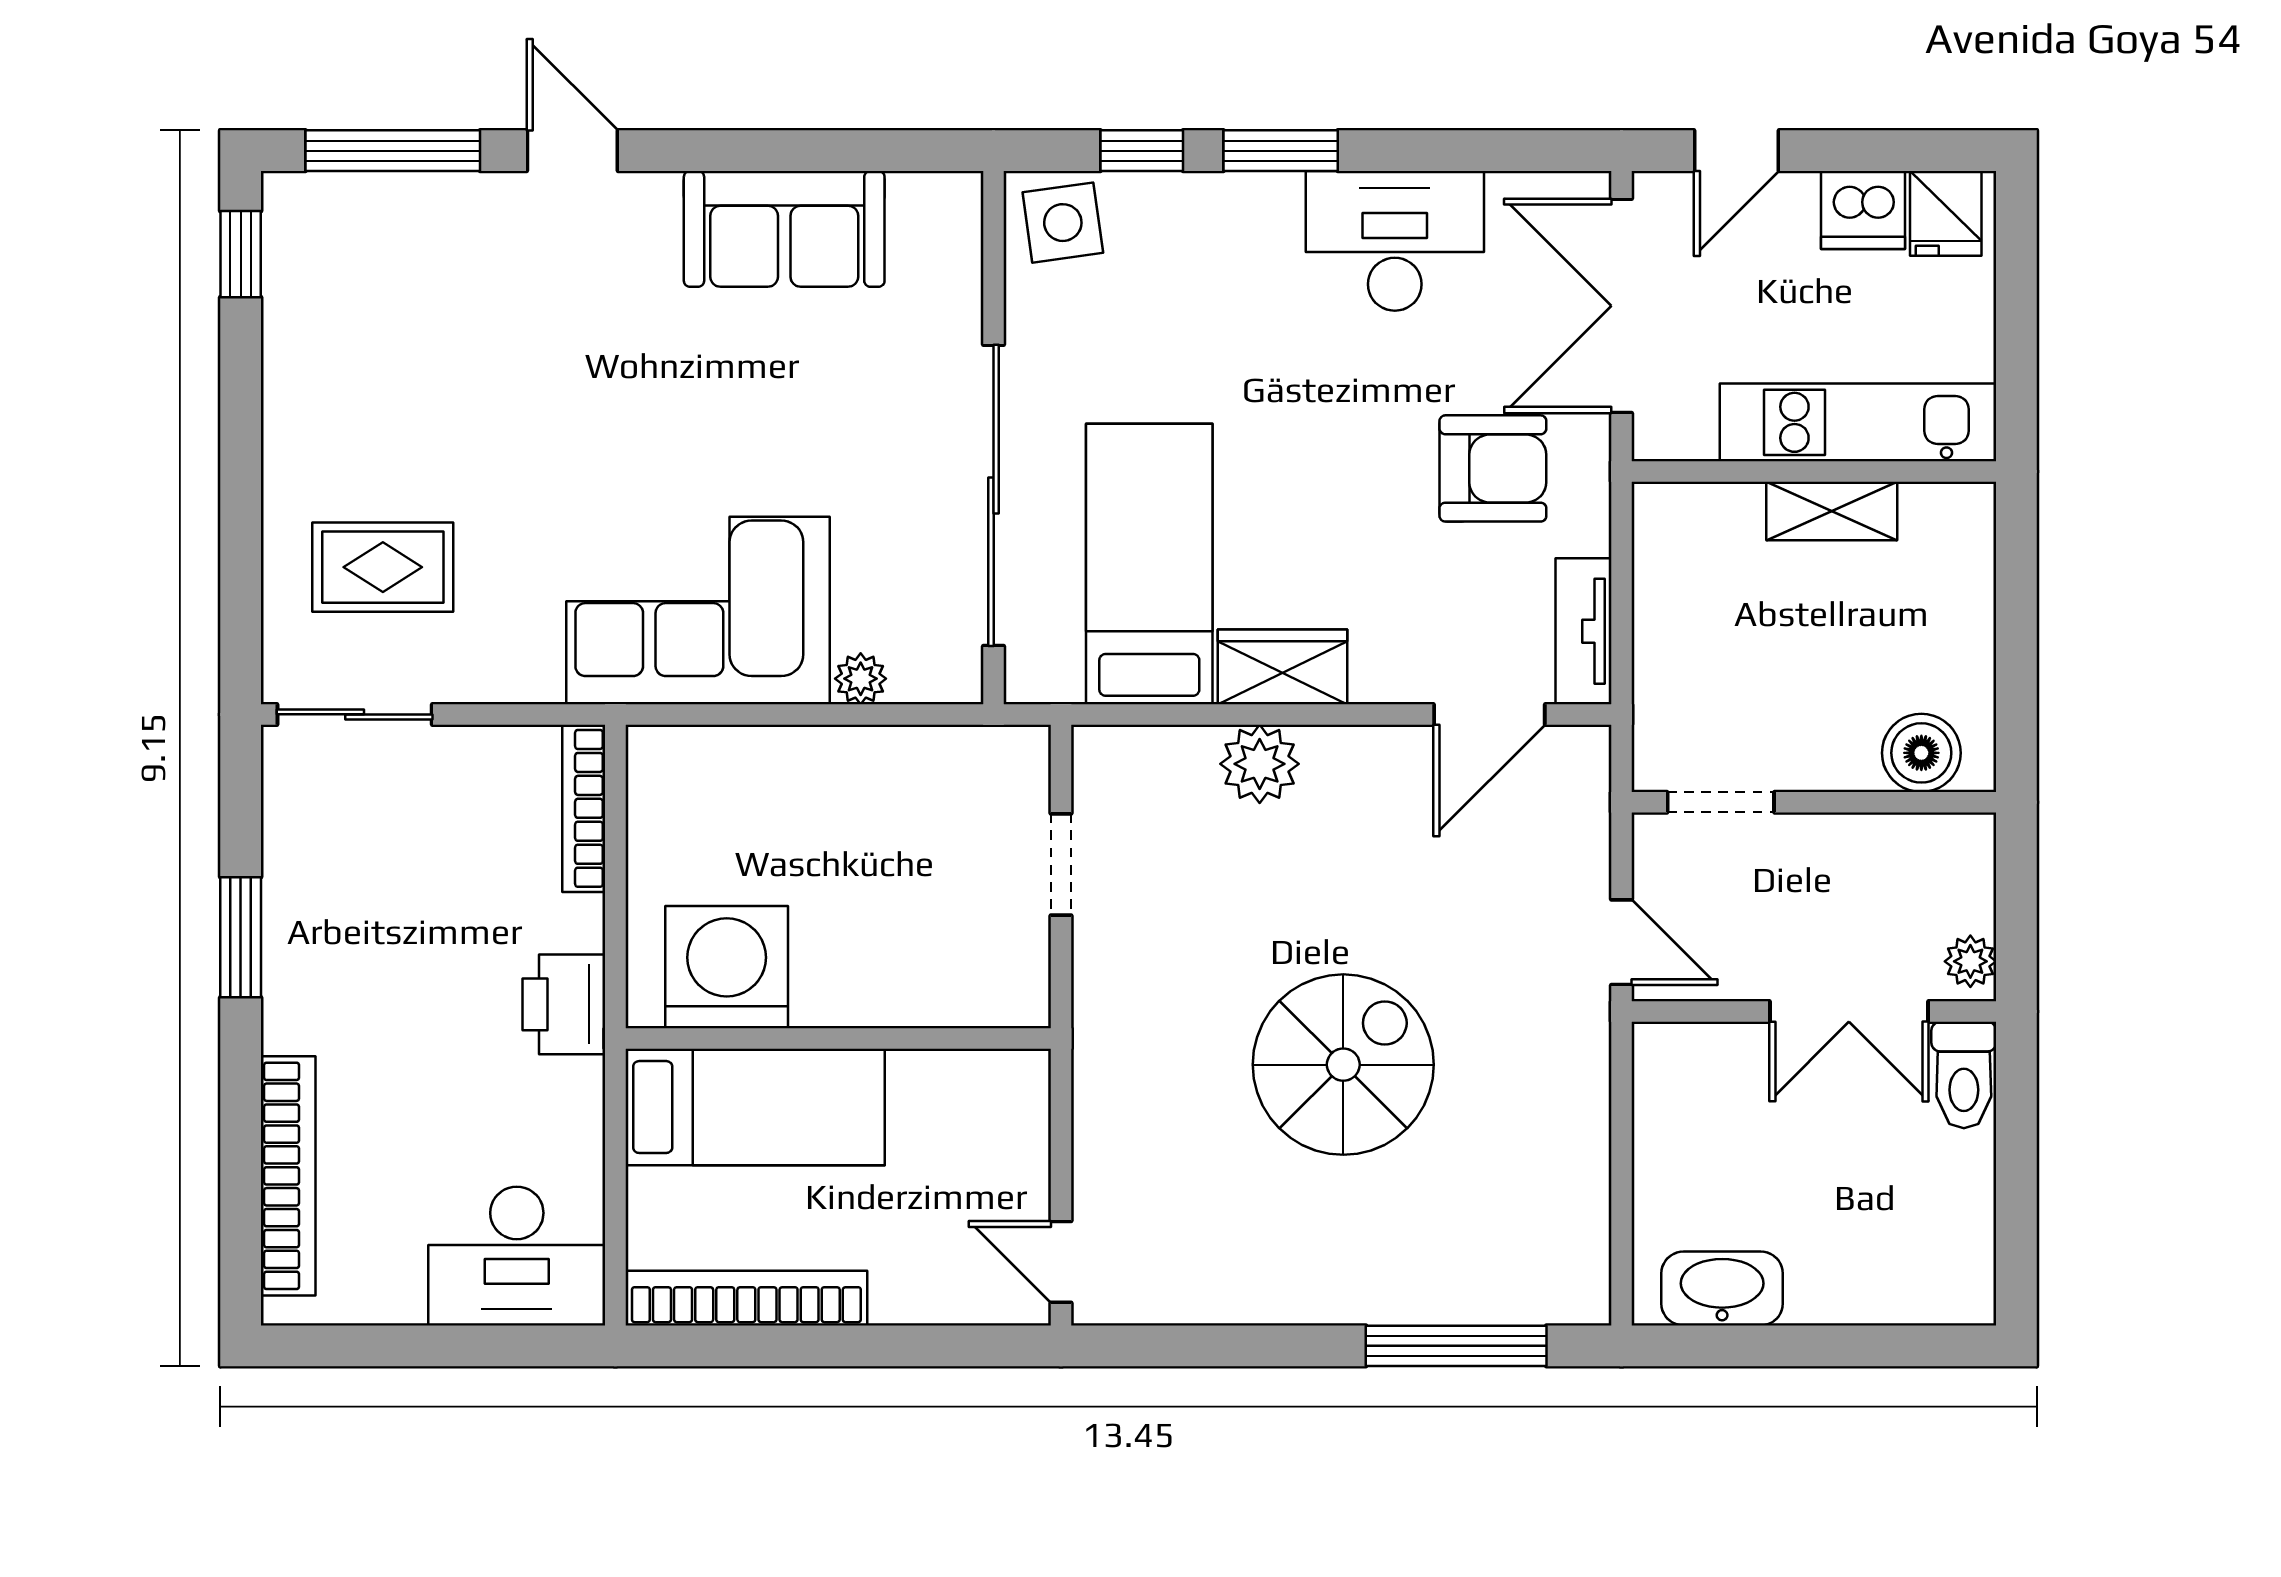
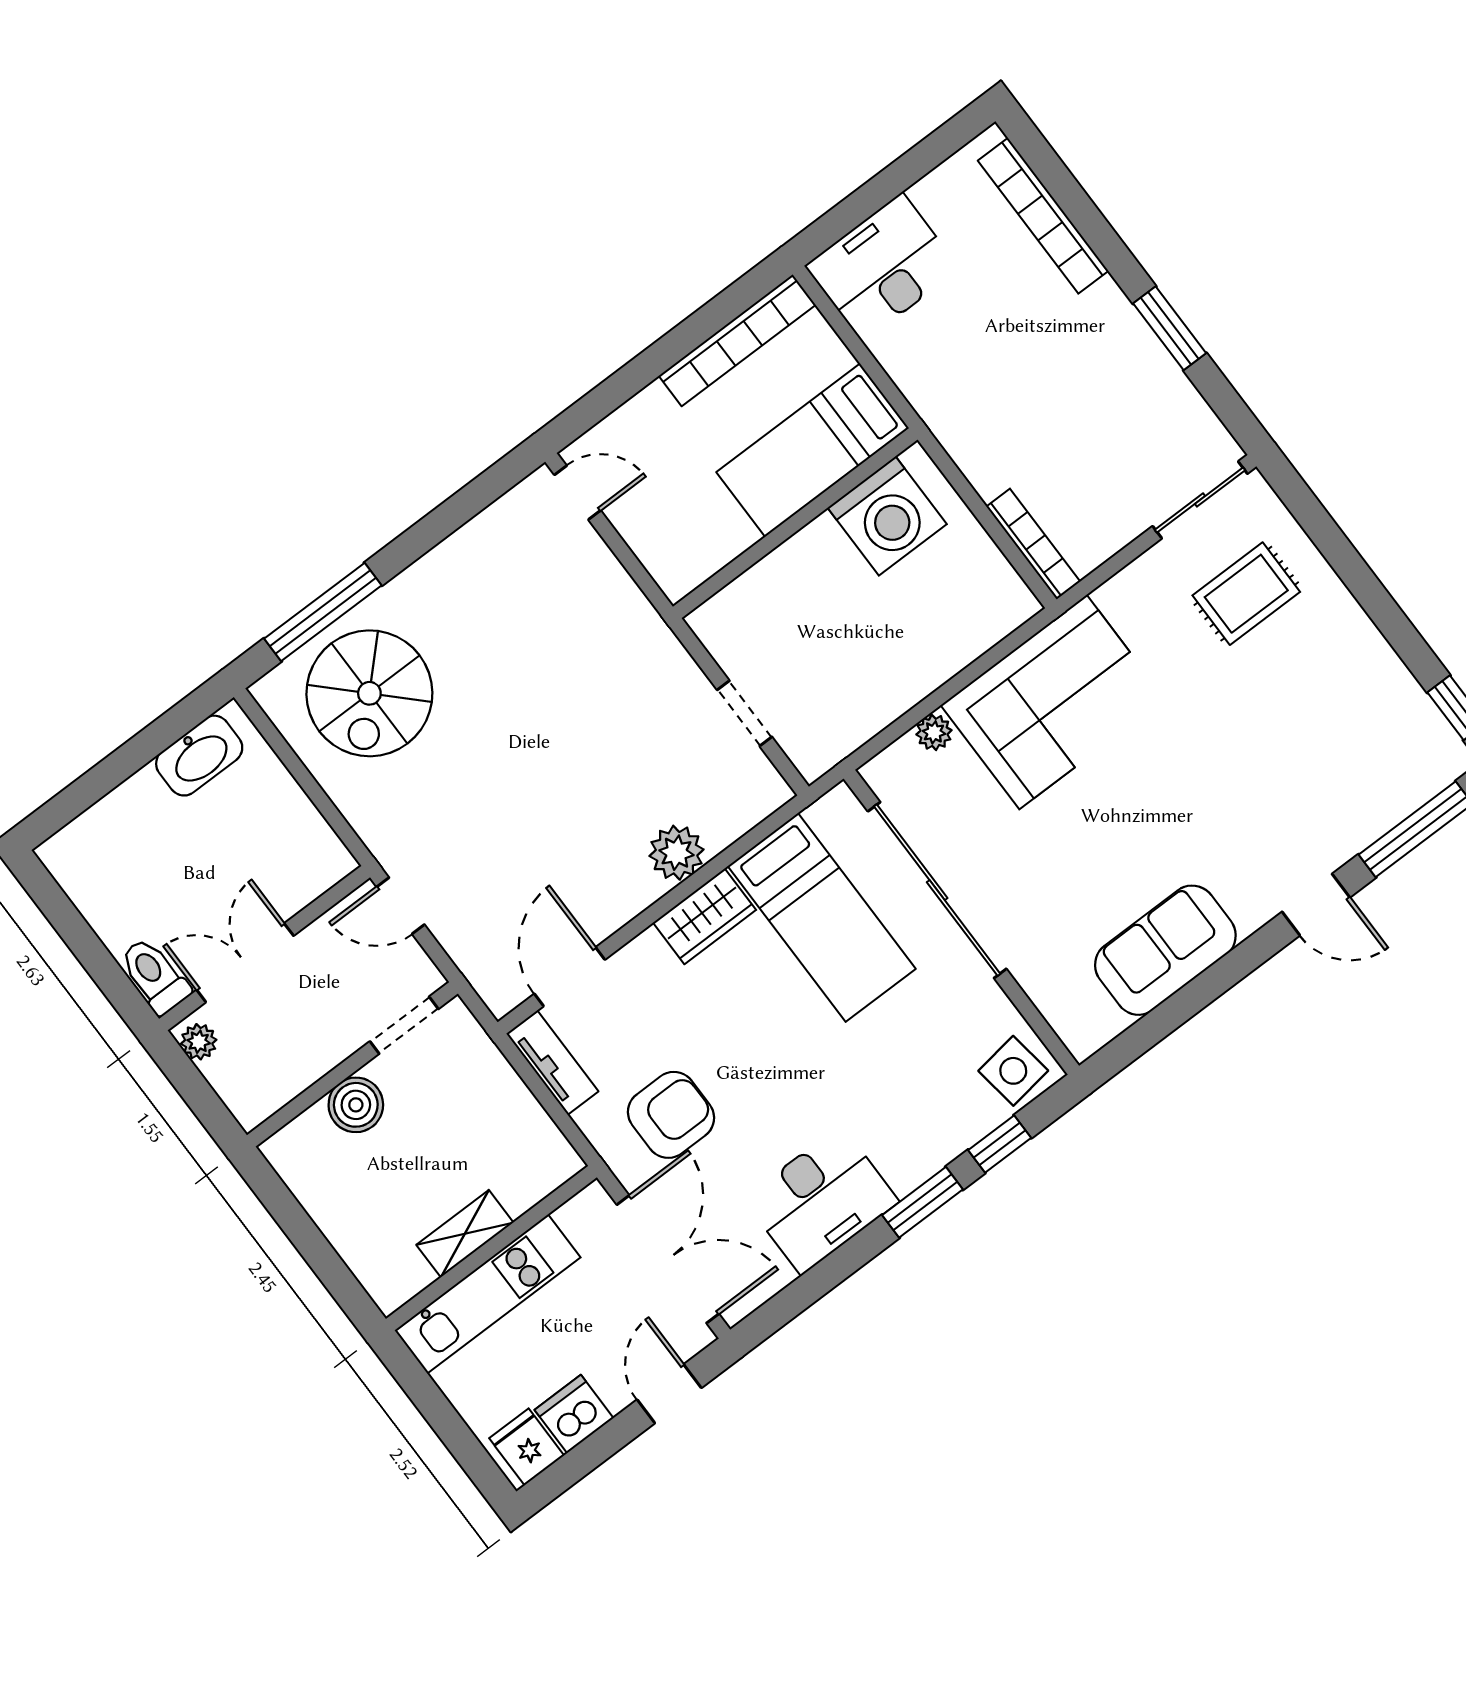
armchair: (1493, 468) -> (671, 1115), turned 180
boiler: (1921, 753) -> (356, 1105), moved
printer: (564, 1004) -> (962, 427), removed
spiral stairs: (1343, 1065) -> (369, 693), moved

